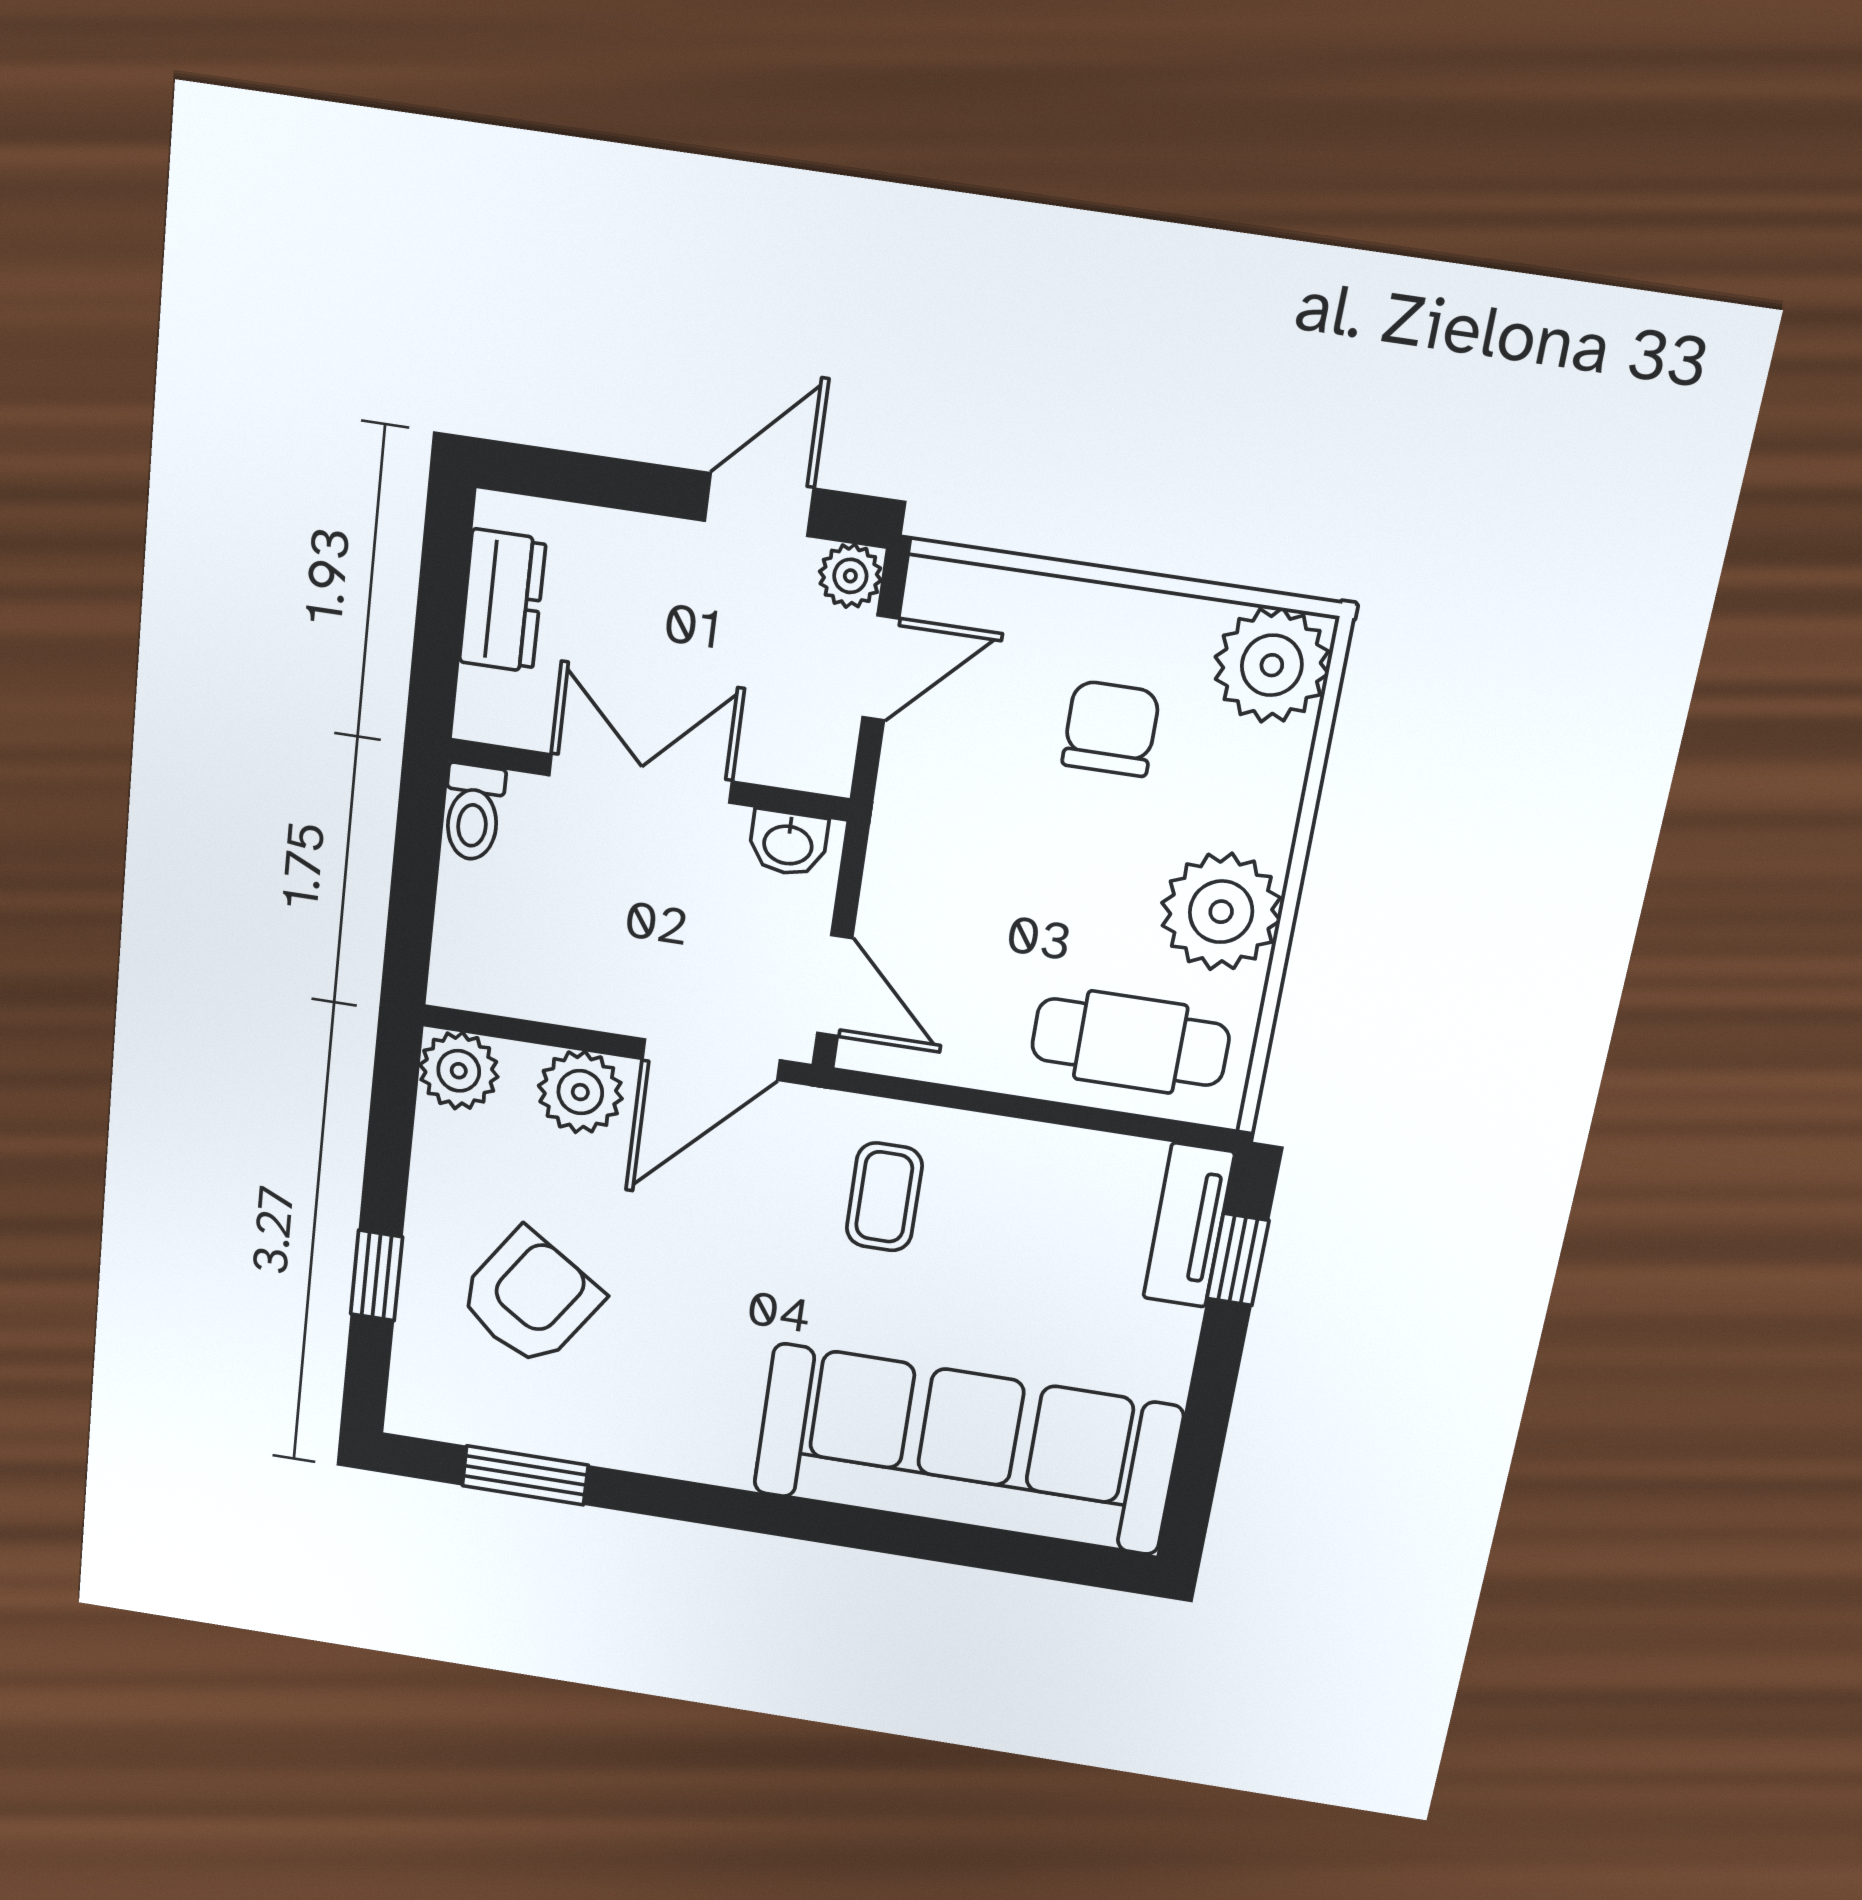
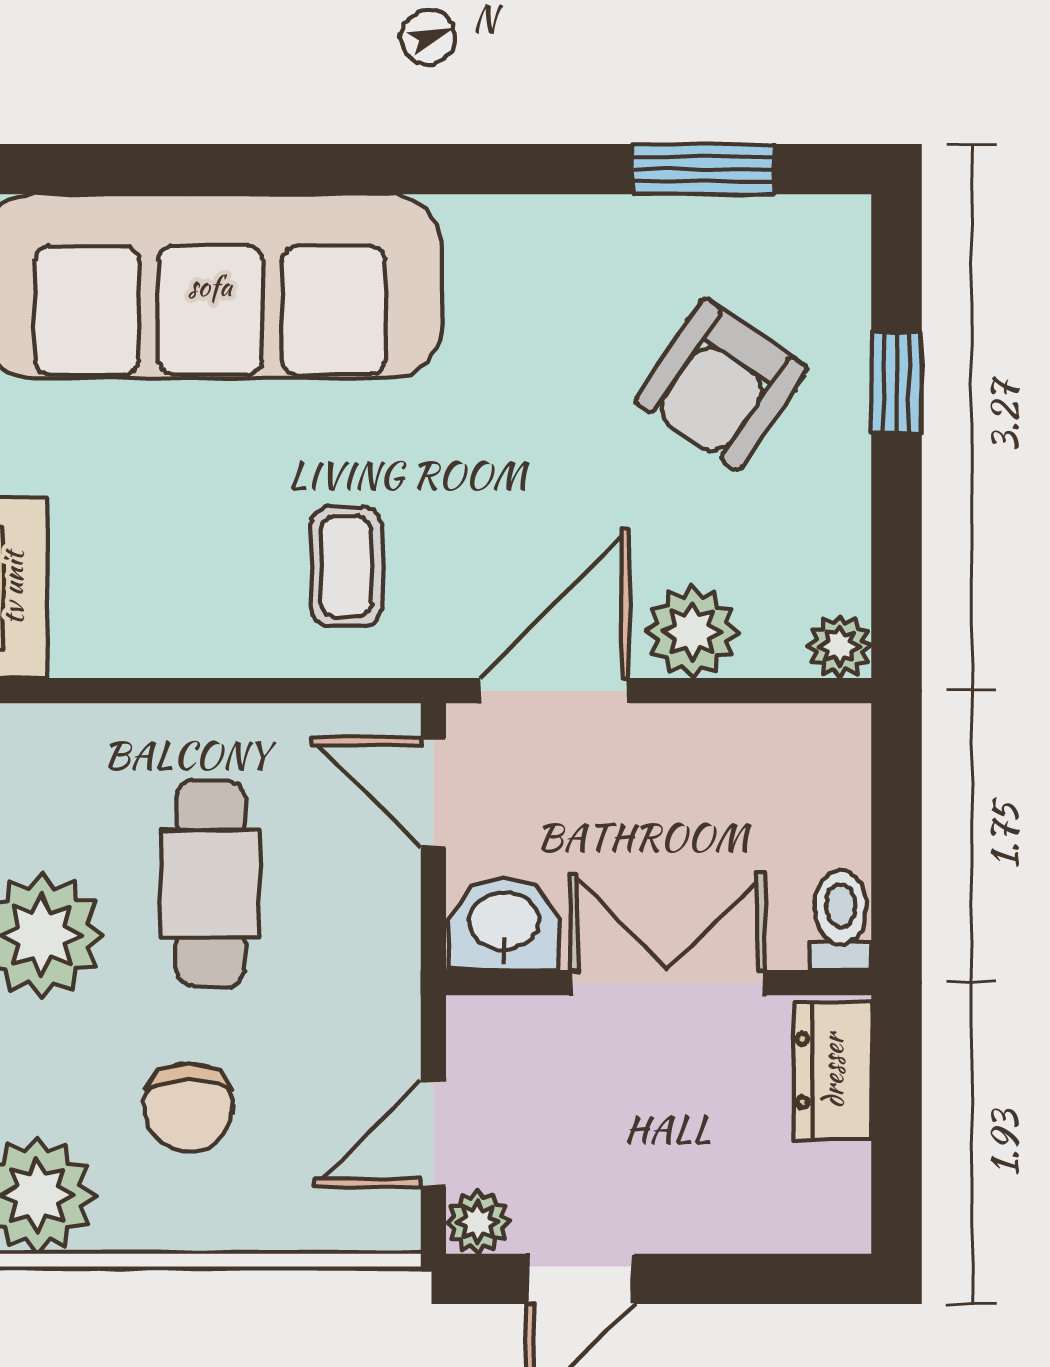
dresser: (502, 601) -> (833, 1071), moved
double door: (640, 778) -> (668, 983), swing flipped
washbasin: (788, 843) -> (504, 924), width x1.38, depth x1.45
cafe table: (1130, 1042) -> (210, 884), moved, turned 90
plant: (459, 1071) -> (840, 646), width x0.73, depth x0.73

